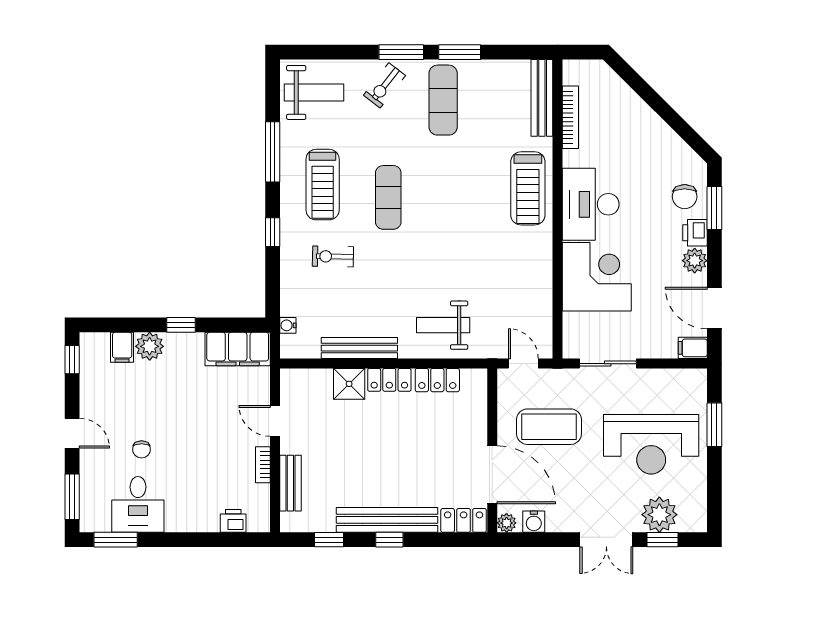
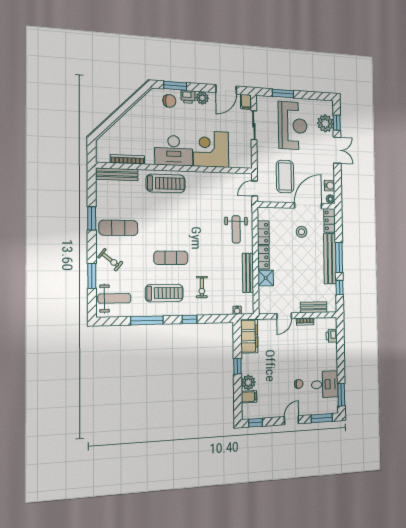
window: (401, 52) -> (92, 276), moved
weight bench: (314, 92) -> (114, 298), turned 90
sliding door: (608, 364) -> (254, 125), moved
stool: (440, 460) -> (302, 232), added
window: (389, 540) -> (339, 257), width x2.17

